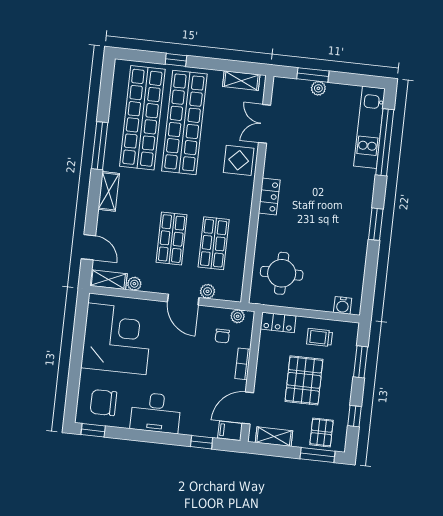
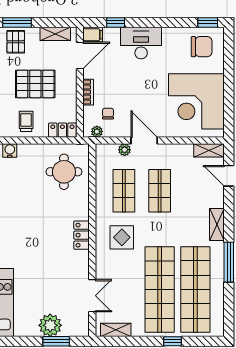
plant: (318, 88) -> (50, 325), width x1.88, depth x1.88
display table: (239, 160) -> (122, 237), moved
plant: (134, 284) -> (187, 149), removed
trolley: (320, 337) -> (26, 121), turned -90
pallet: (304, 380) -> (35, 84), turned 90
desk: (156, 413) -> (141, 43), moved

